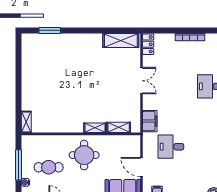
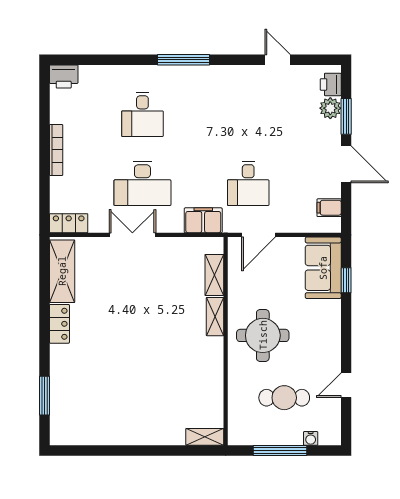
locker: (91, 39) -> (59, 324), added
desk: (171, 86) -> (142, 183), added
cafe table: (49, 167) -> (284, 398), turned 90
door: (142, 167) -> (259, 235), moved

